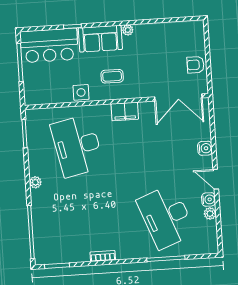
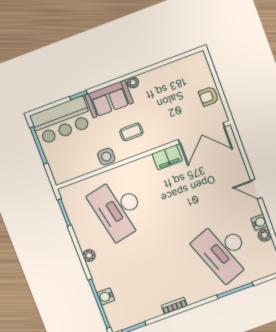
filing cabinet: (125, 111) -> (167, 157), moved
water cooler: (205, 148) -> (106, 296), moved, turned 180
door: (216, 179) -> (256, 189), moved

